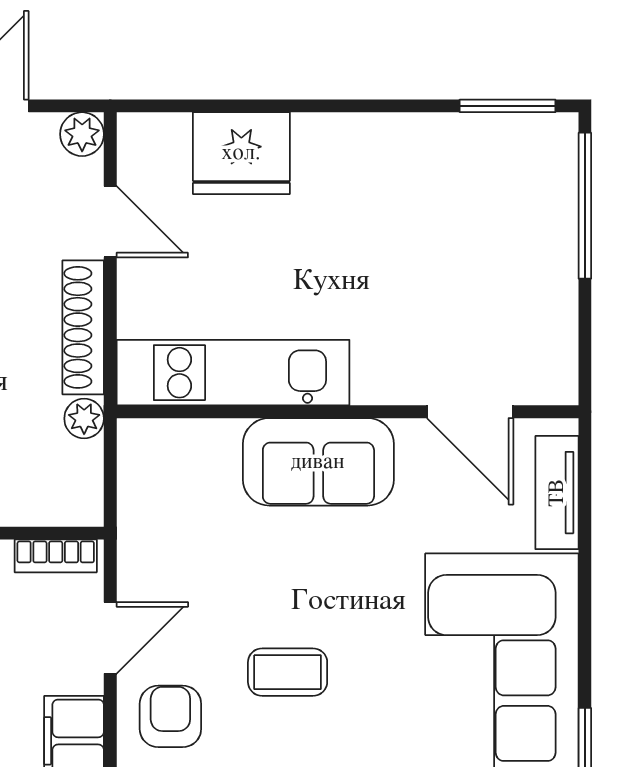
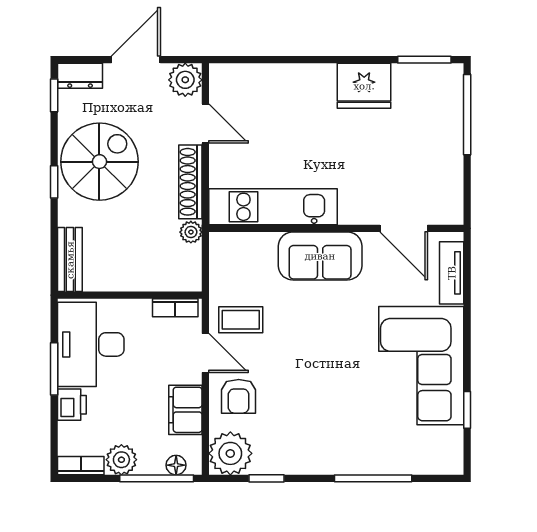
plant: (82, 134) -> (185, 80), width x1.38, depth x1.38
fridge: (241, 153) -> (364, 86), moved
door: (110, 638) -> (205, 353), hinge flipped
coffee table: (288, 672) -> (241, 320), moved
armchair: (170, 716) -> (239, 396), turned 180

